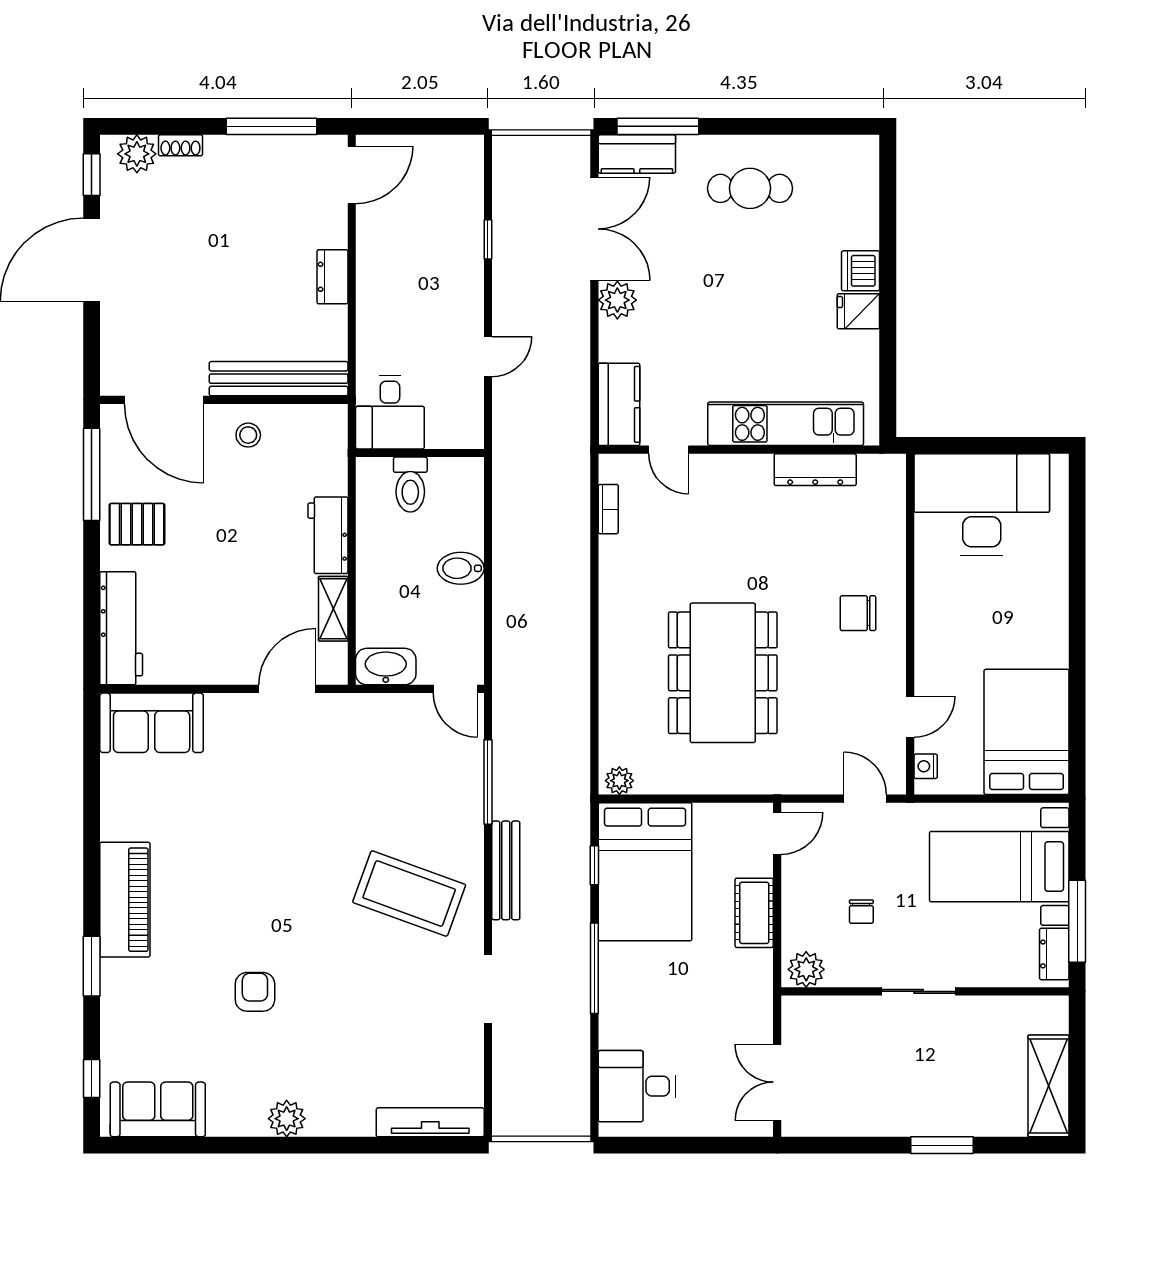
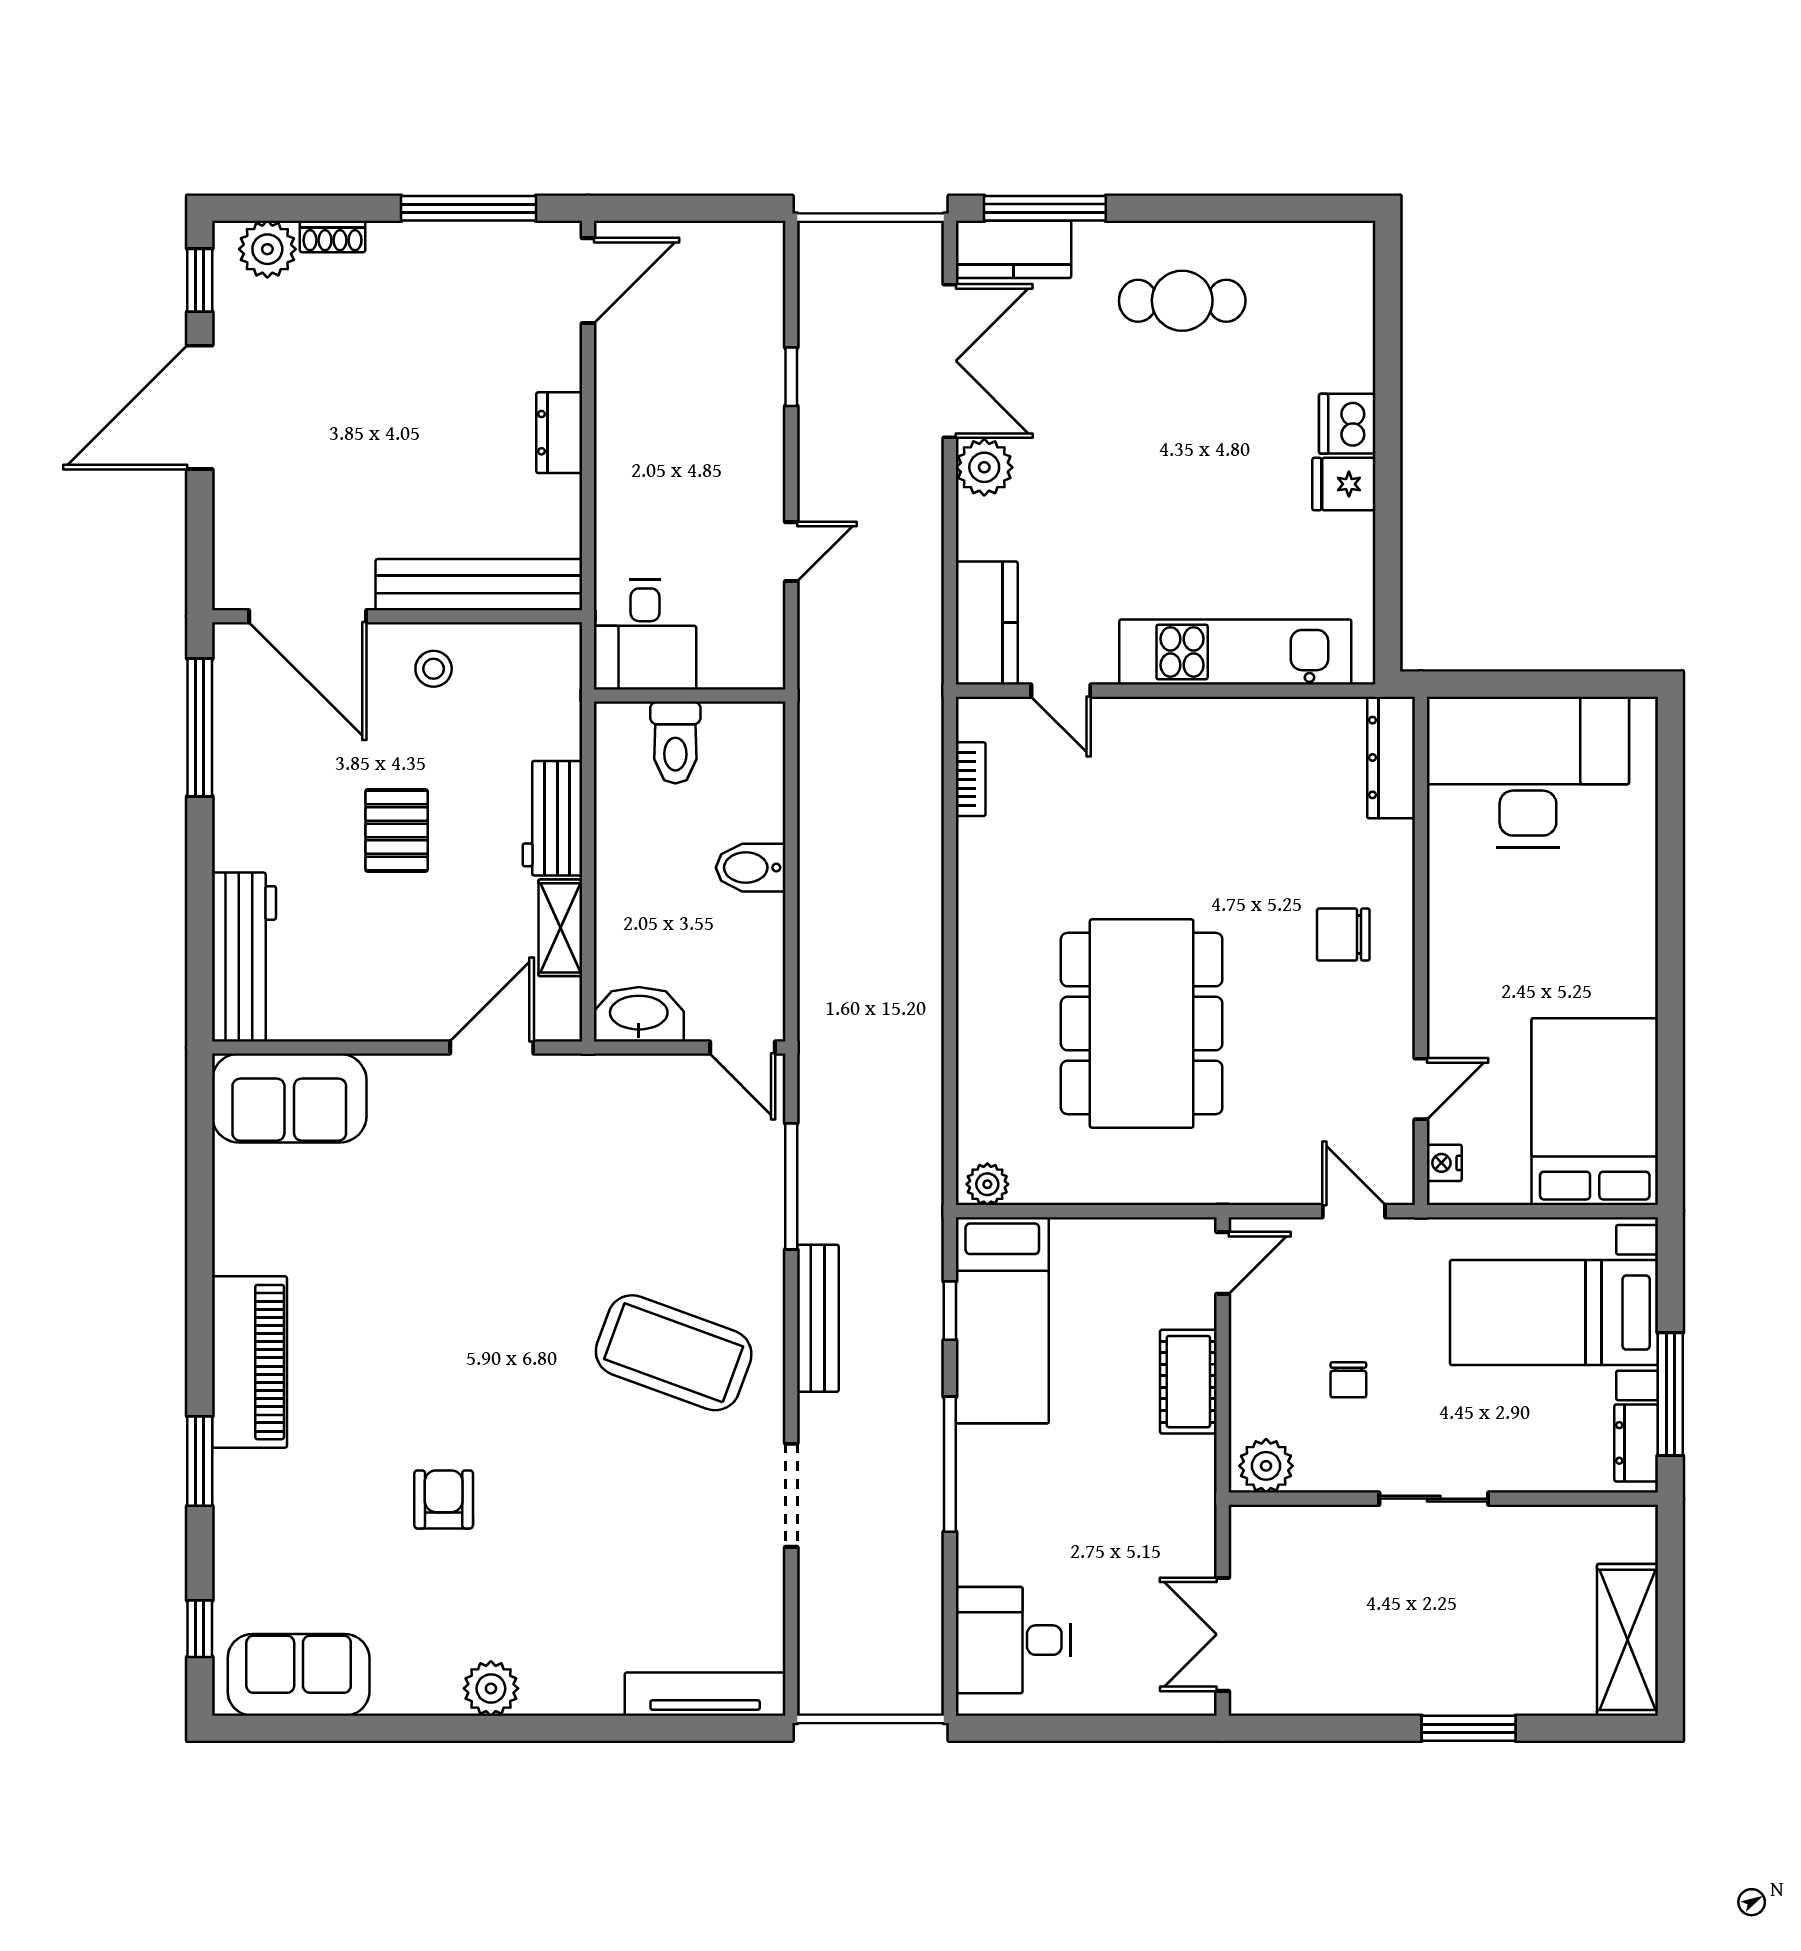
dresser: (815, 470) -> (1391, 757), moved, turned 90
pallet: (137, 524) -> (397, 830), moved, turned 90
bed: (645, 872) -> (1002, 1320), width x0.67

